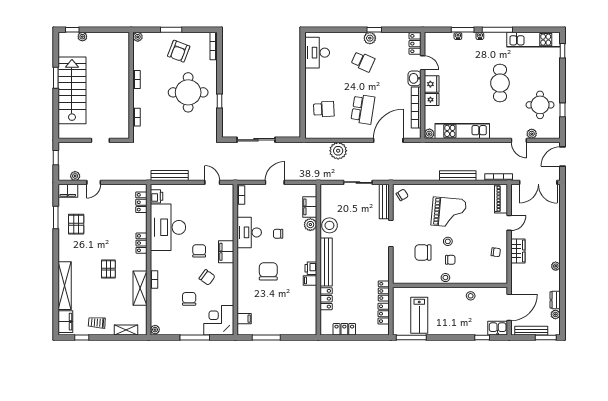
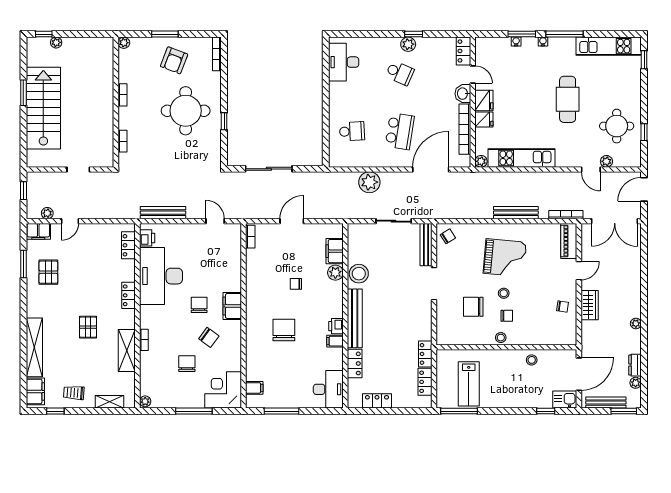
desk: (249, 232) -> (328, 389), moved, turned 180

